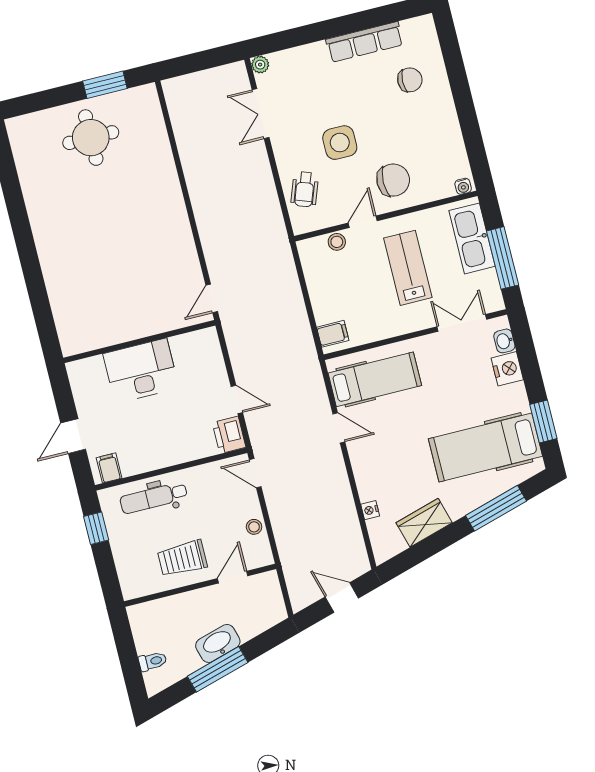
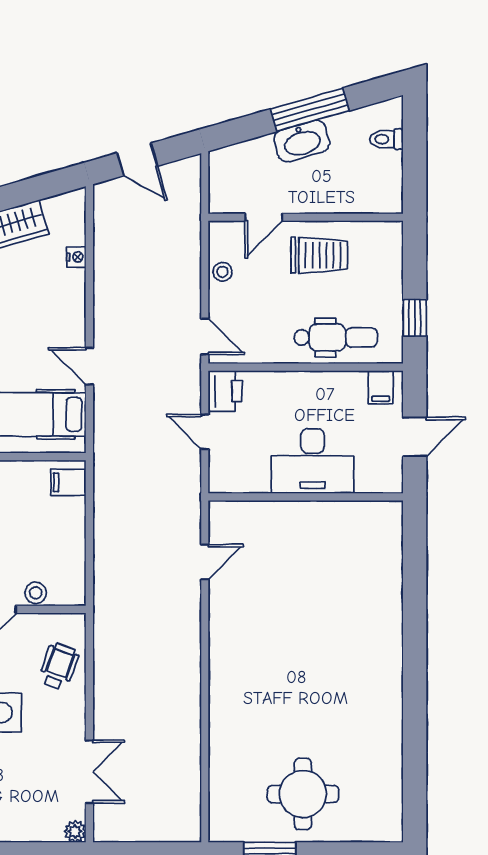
wall: (139, 342) -> (306, 497), moved
desk: (141, 371) -> (313, 461), moved

